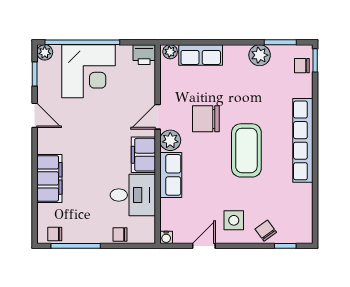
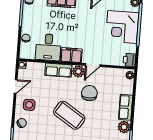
row of seats: (201, 55) -> (126, 107), moved
door: (158, 117) -> (93, 65), swing flipped
coffee table: (246, 150) -> (69, 115), turned 33
door: (204, 246) -> (16, 86), hinge flipped

